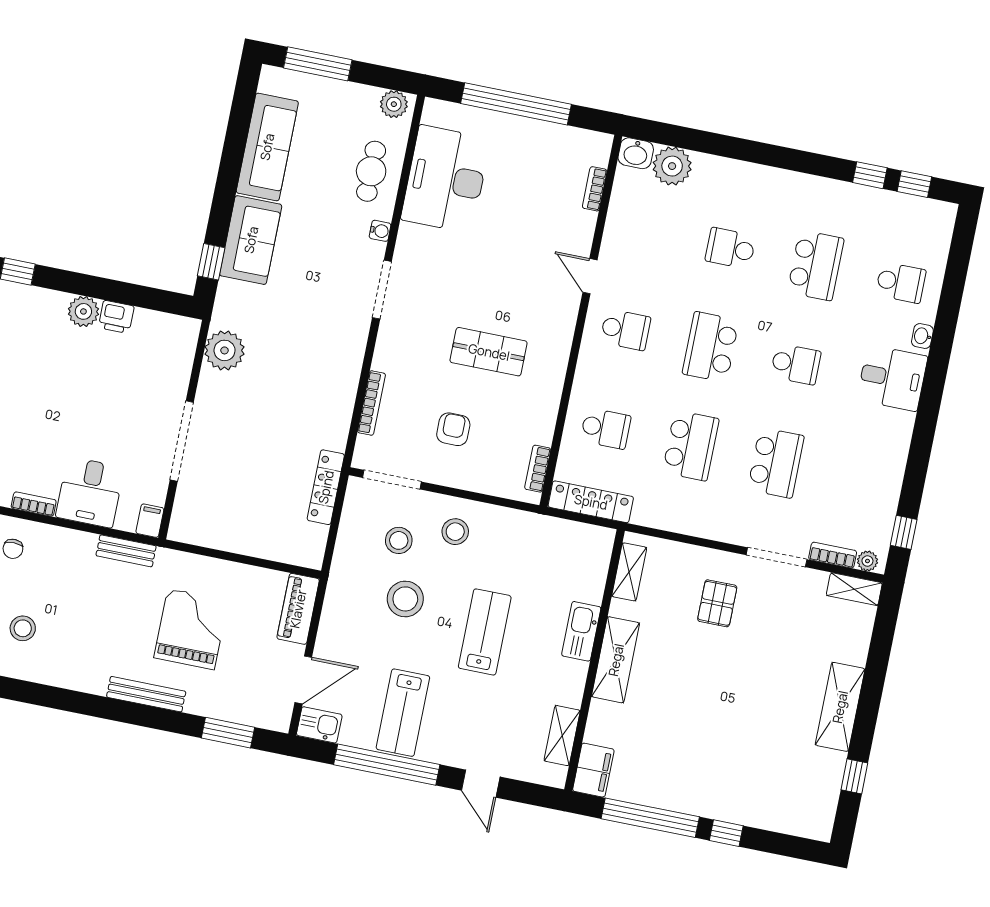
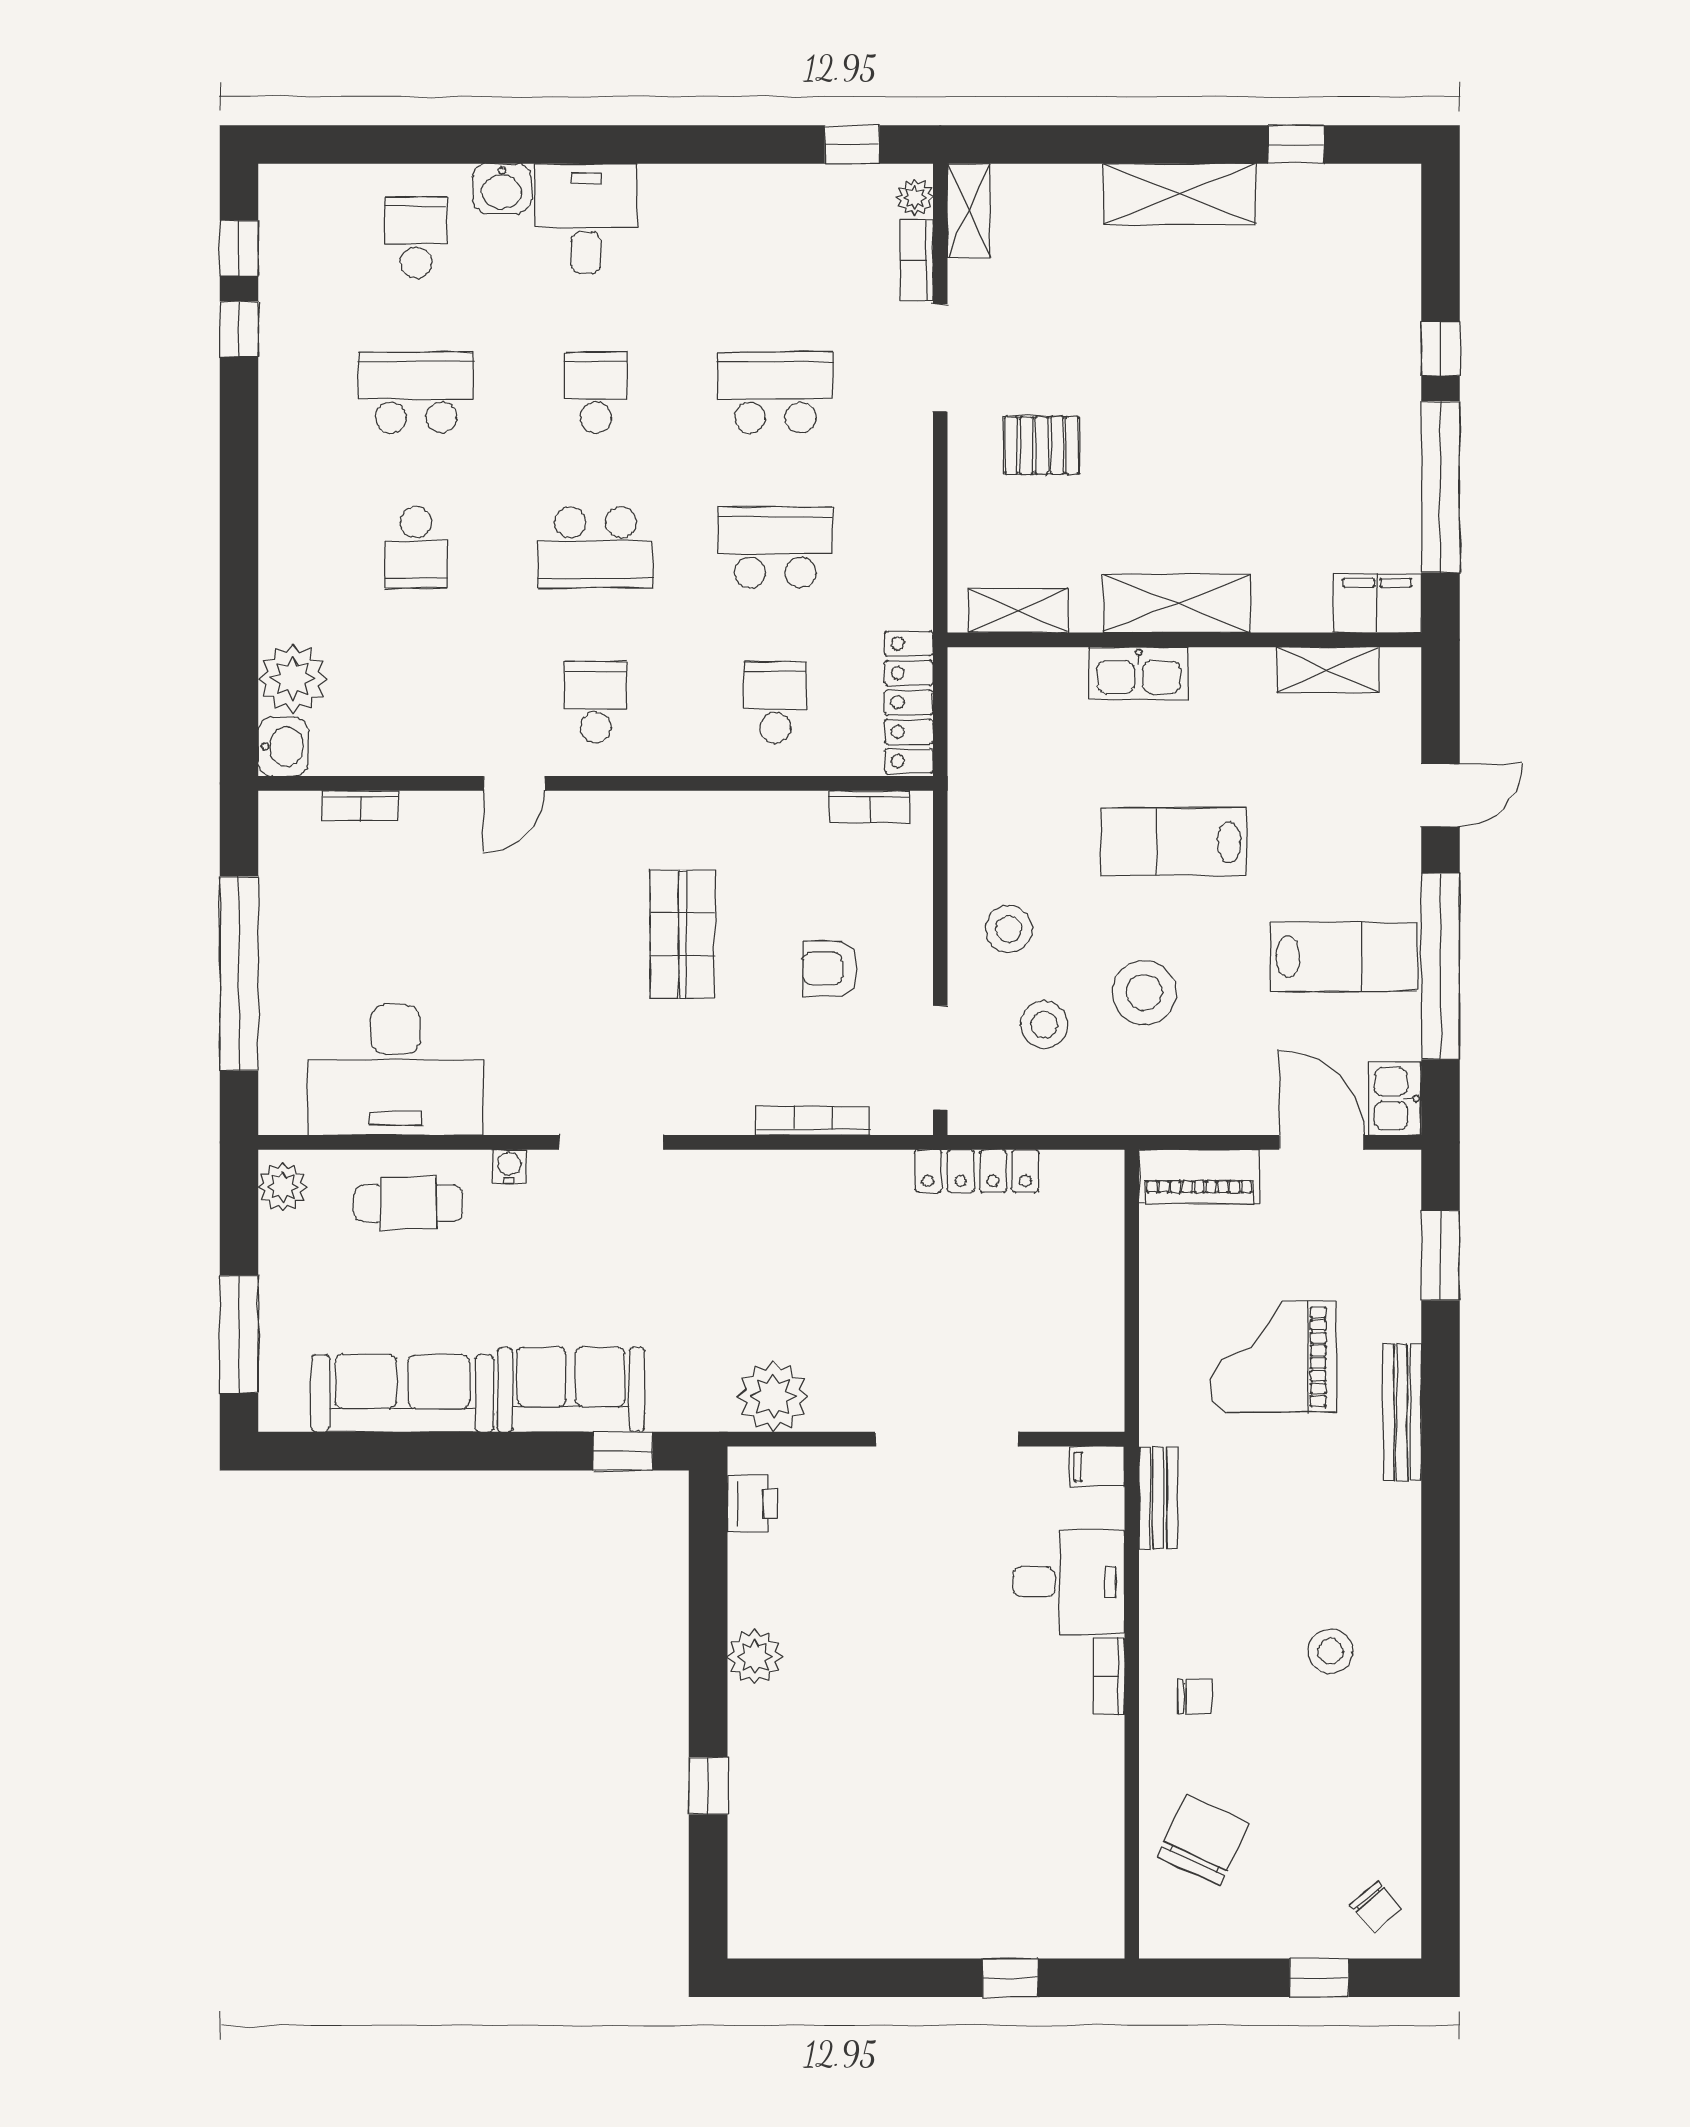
printer: (116, 317) -> (753, 1504), moved
washbasin: (922, 336) -> (502, 188), width x1.38, depth x1.45

